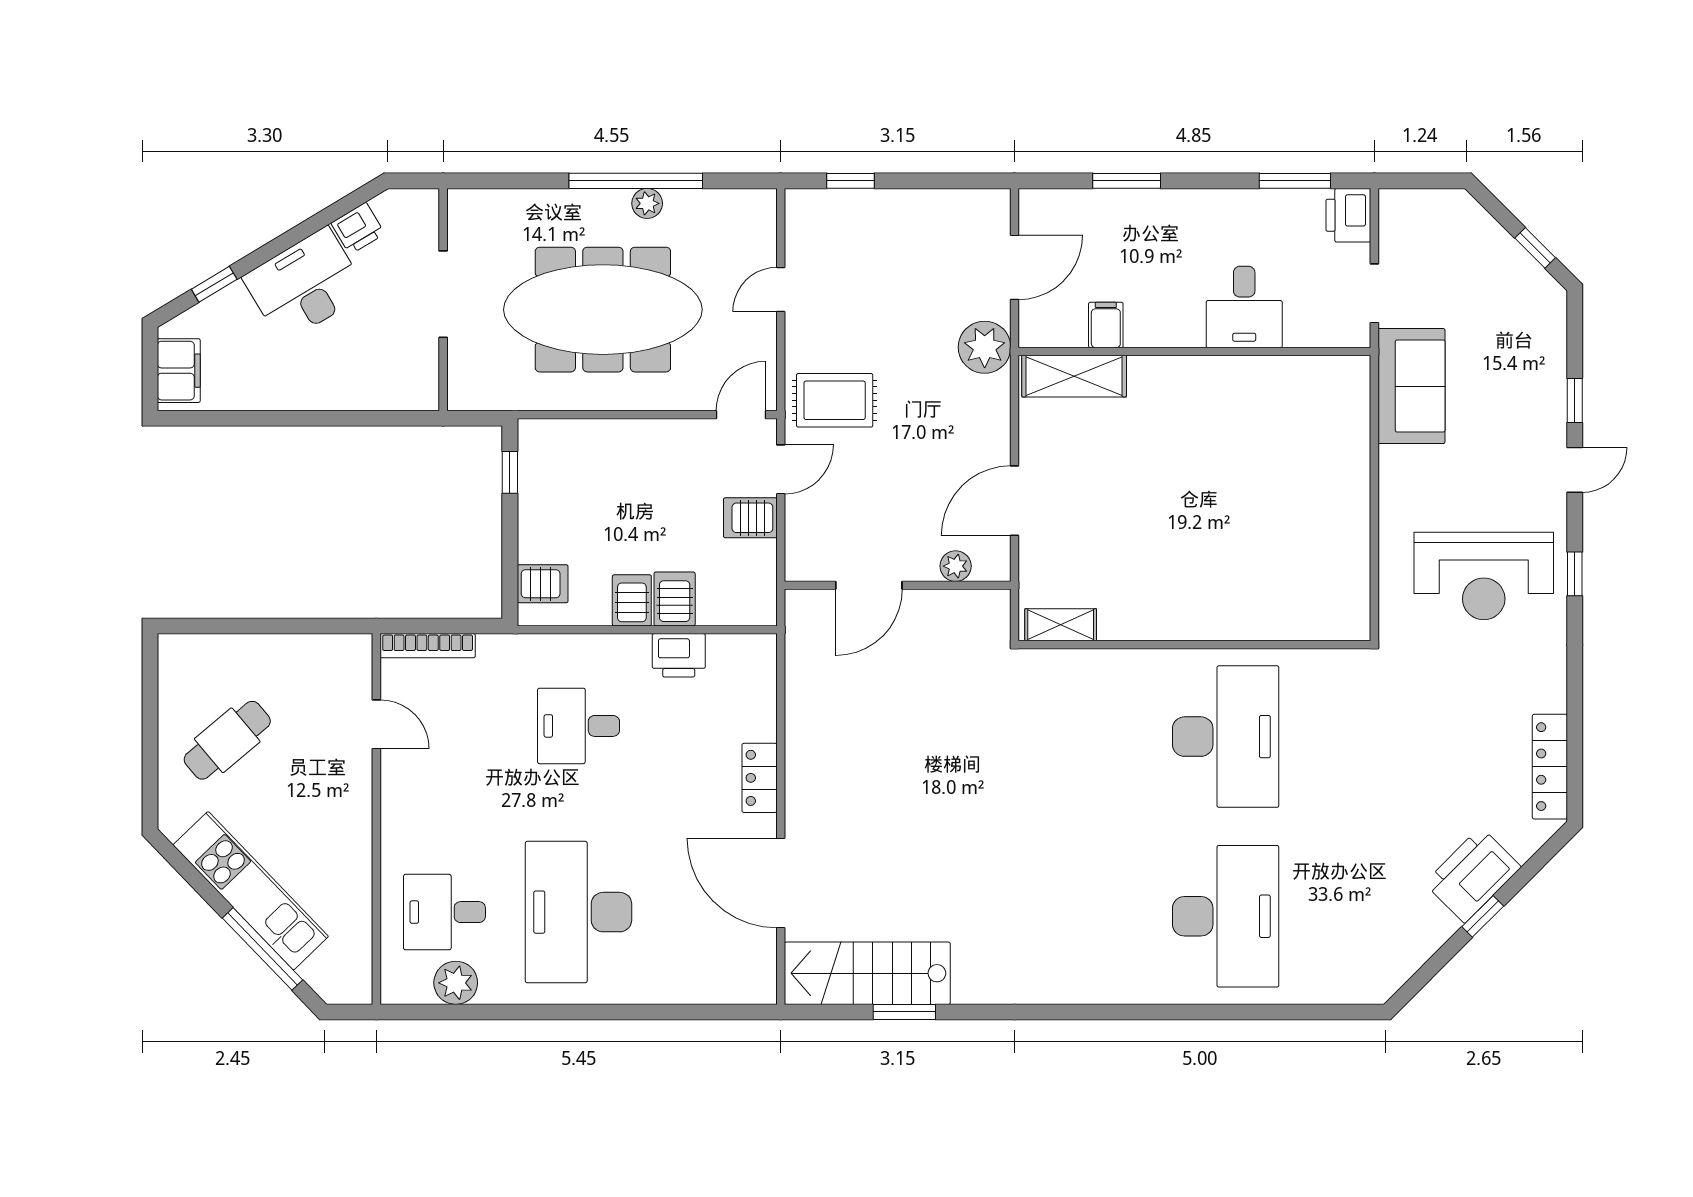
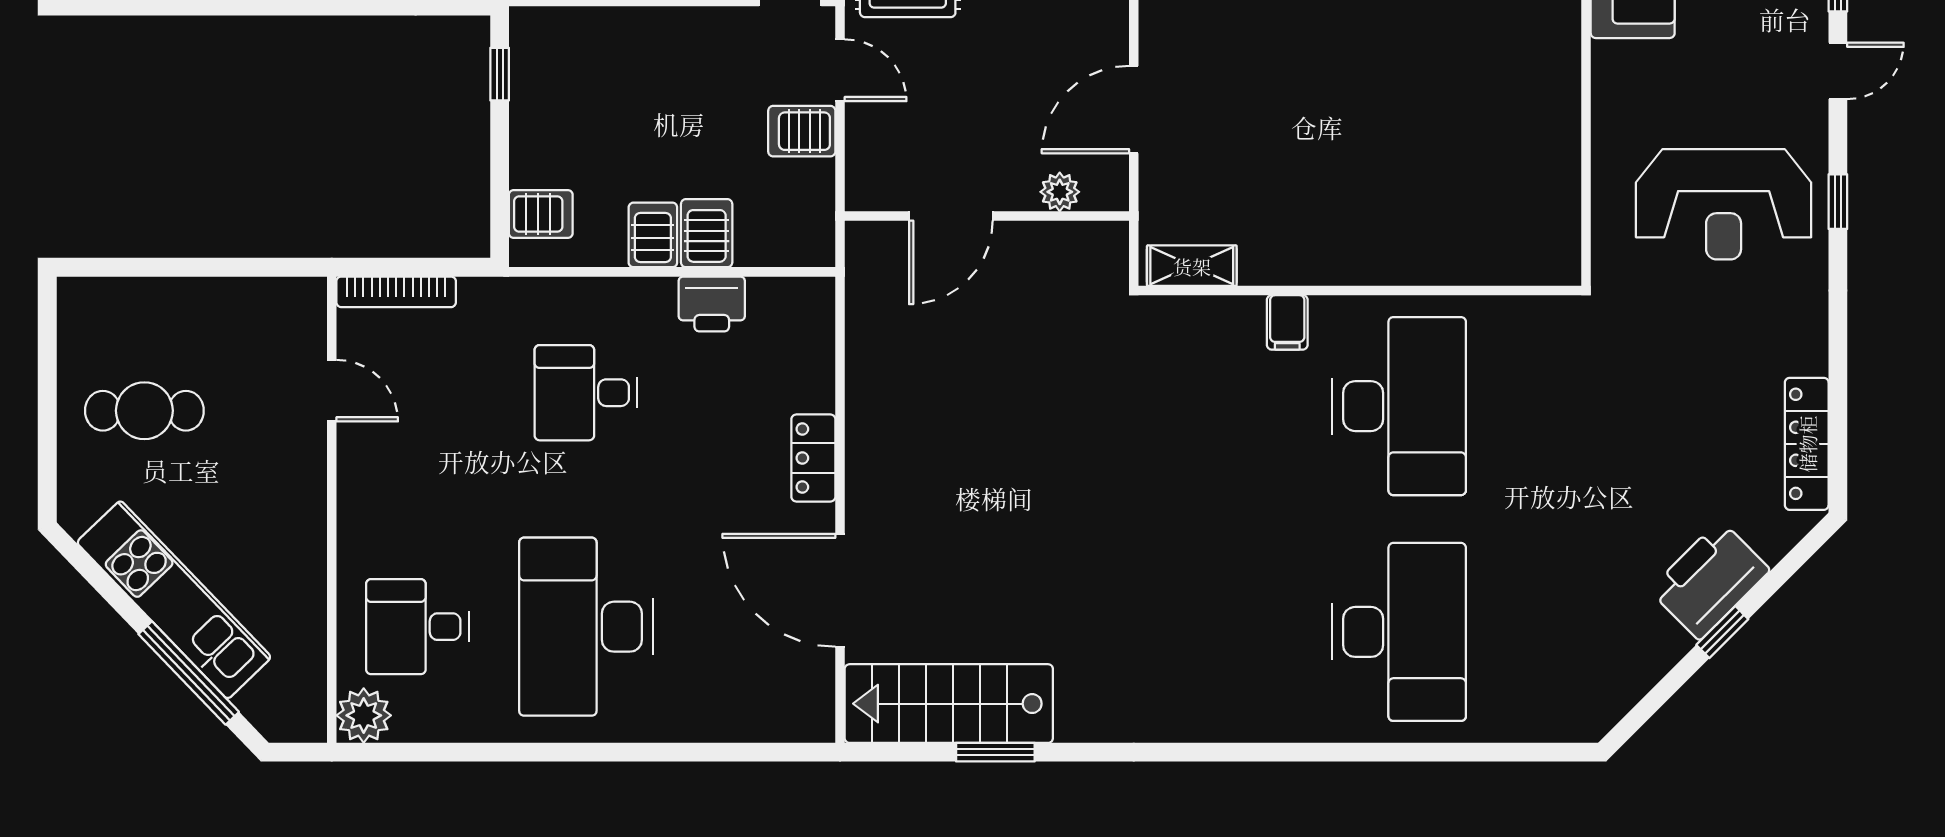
door: (781, 469) -> (840, 70), hinge flipped
filing cabinet: (1137, 670) -> (1287, 322), added
cafe table: (227, 740) -> (144, 411), turned 40
plant: (456, 983) -> (364, 715), moved

